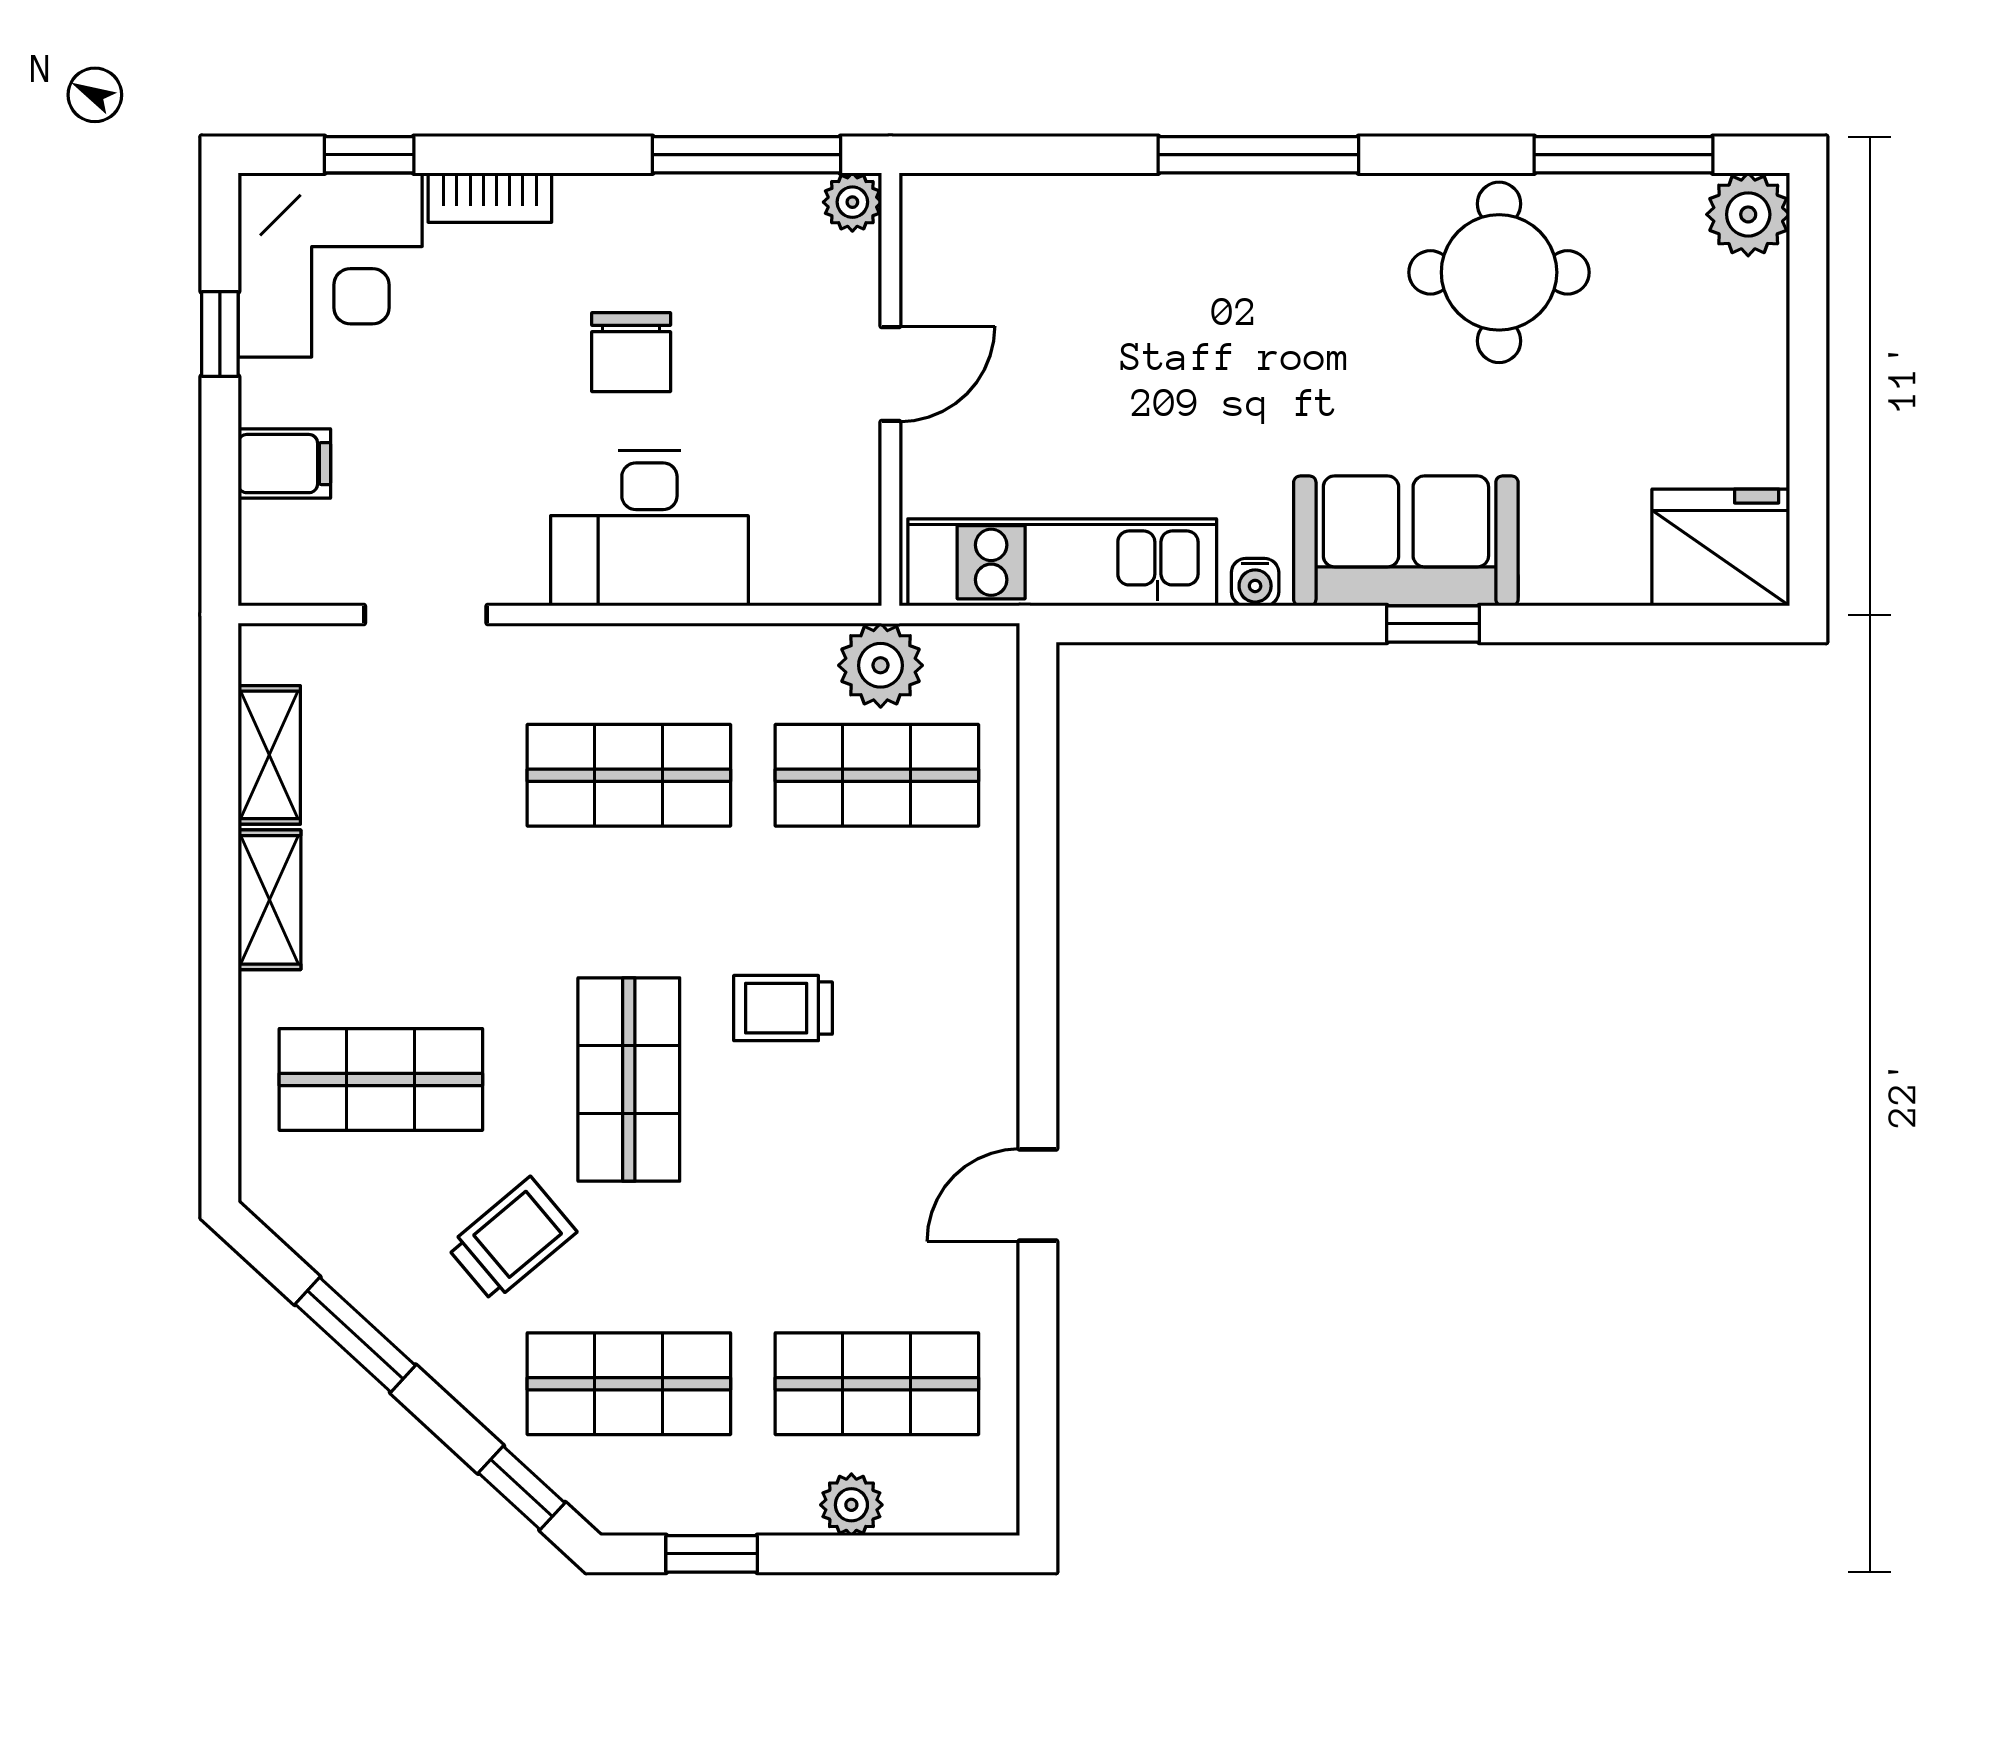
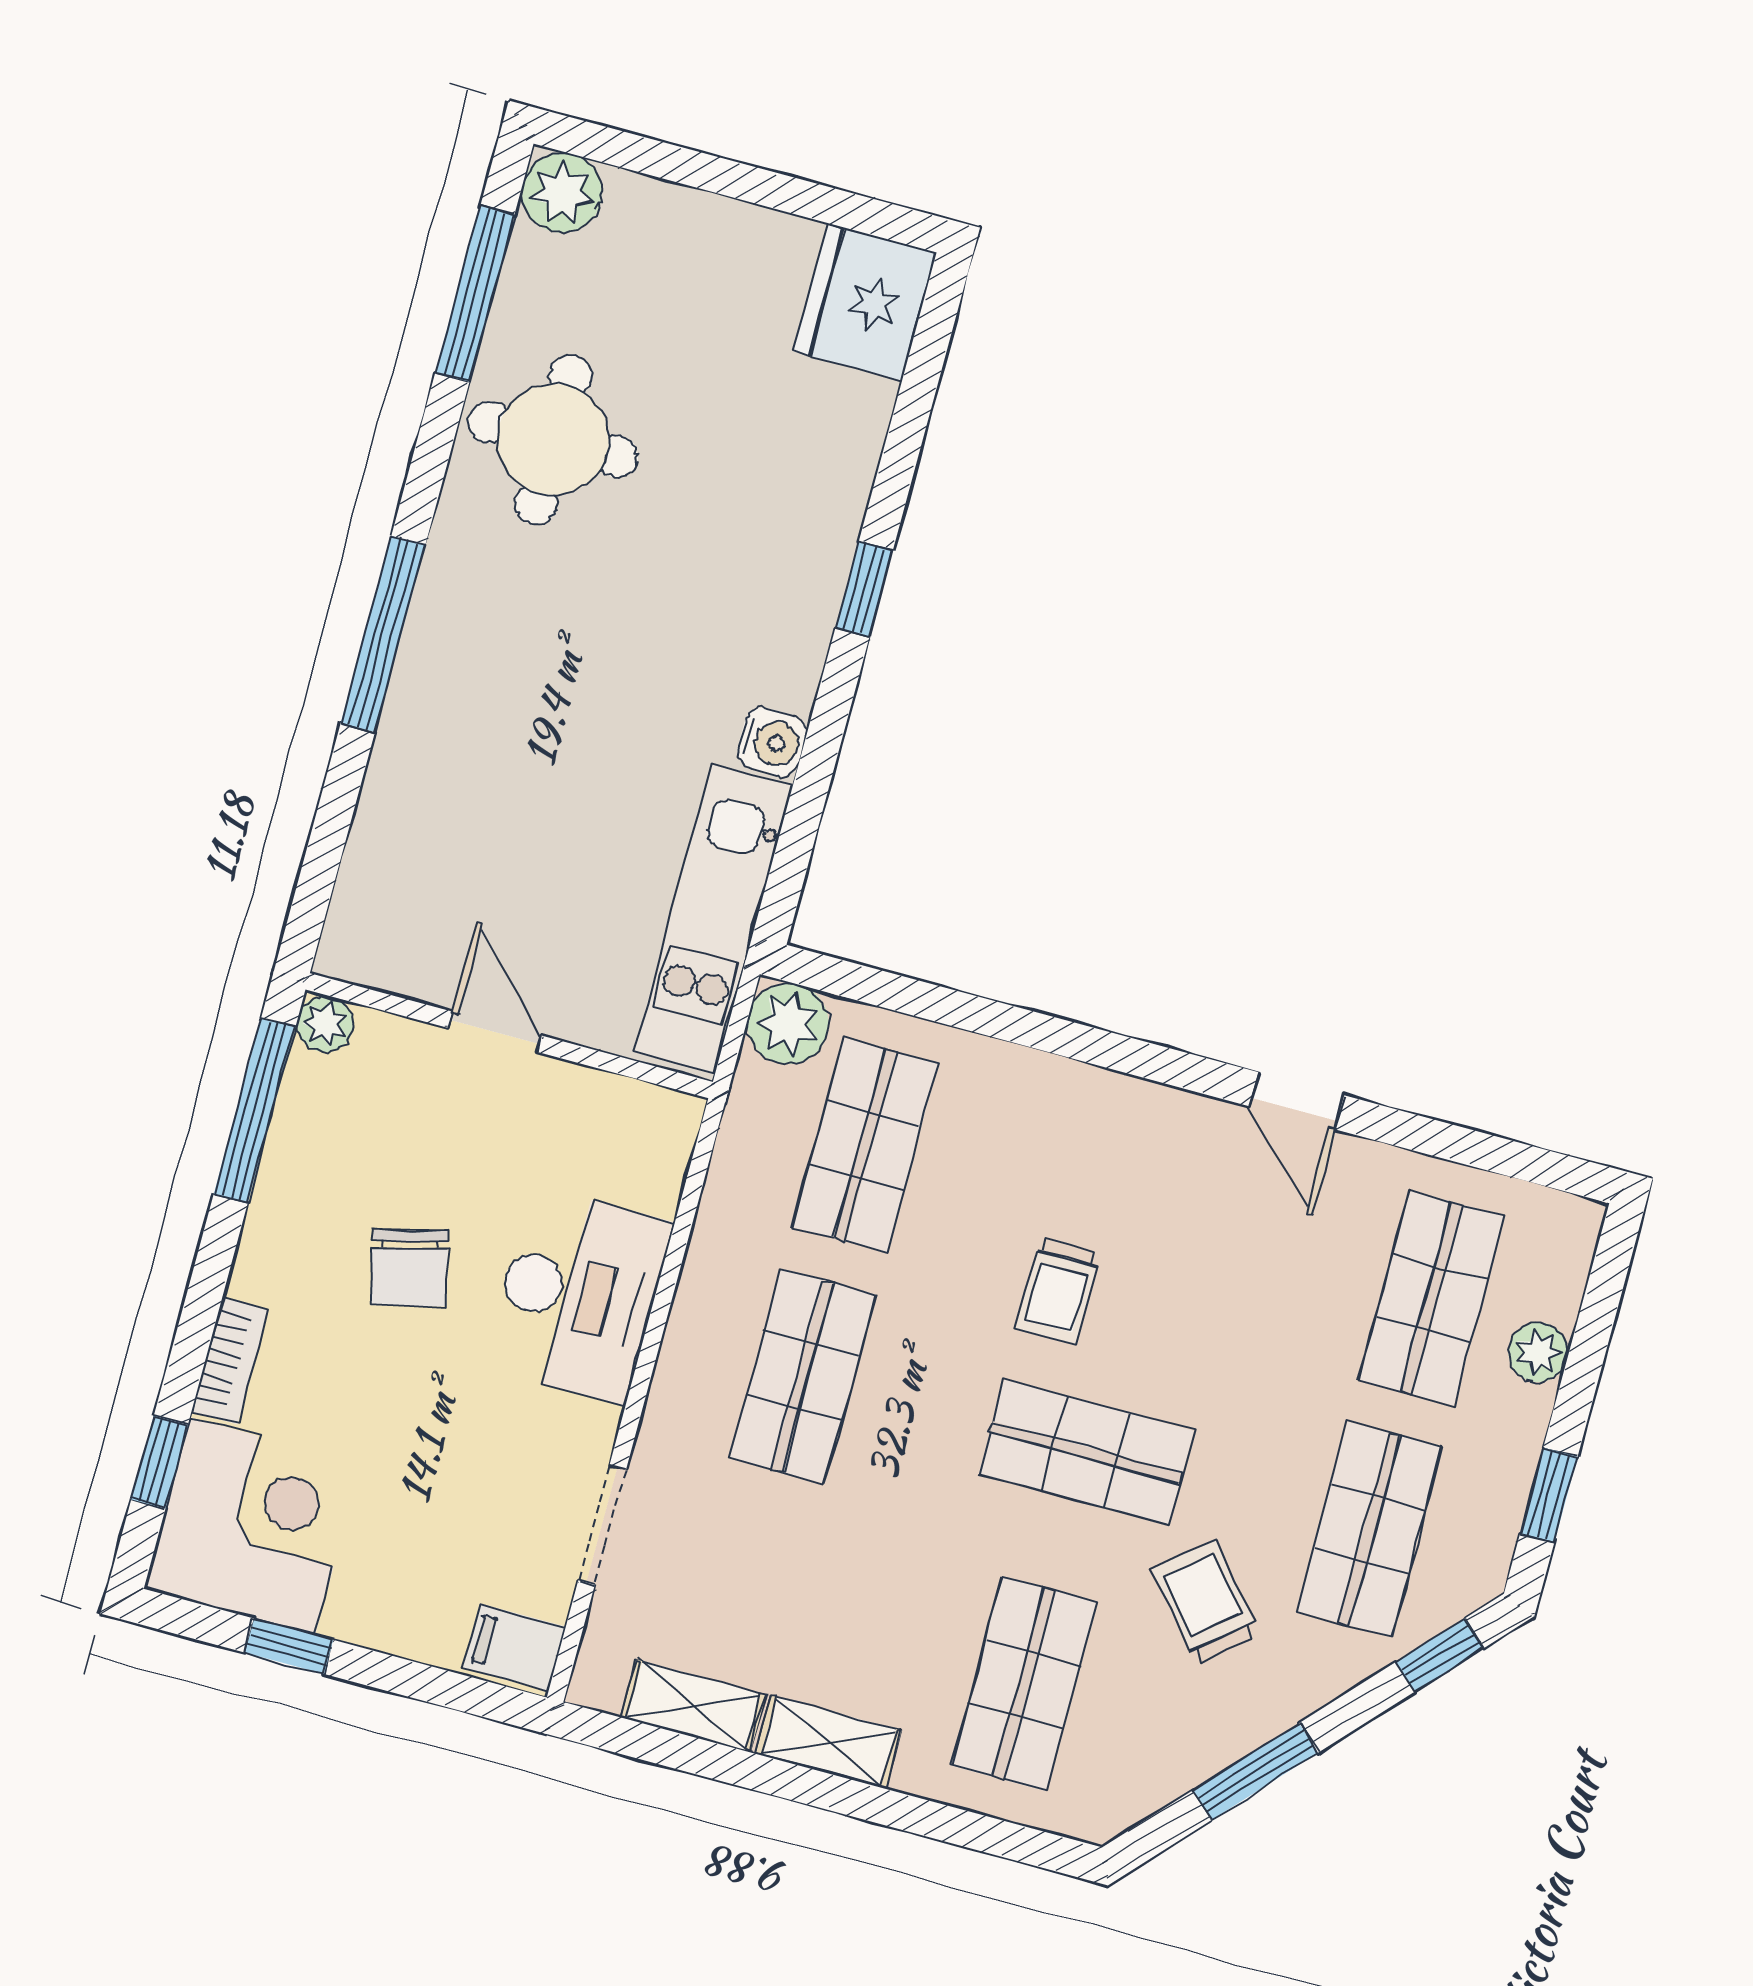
chair: (631, 352) -> (409, 1268), turned 76
filing cabinet: (284, 464) -> (514, 1647), moved, turned -90
sofa: (1406, 541) -> (780, 594), removed
water cooler: (1255, 582) -> (772, 742), width x1.38, depth x1.38
plant: (881, 665) -> (788, 1024), moved

